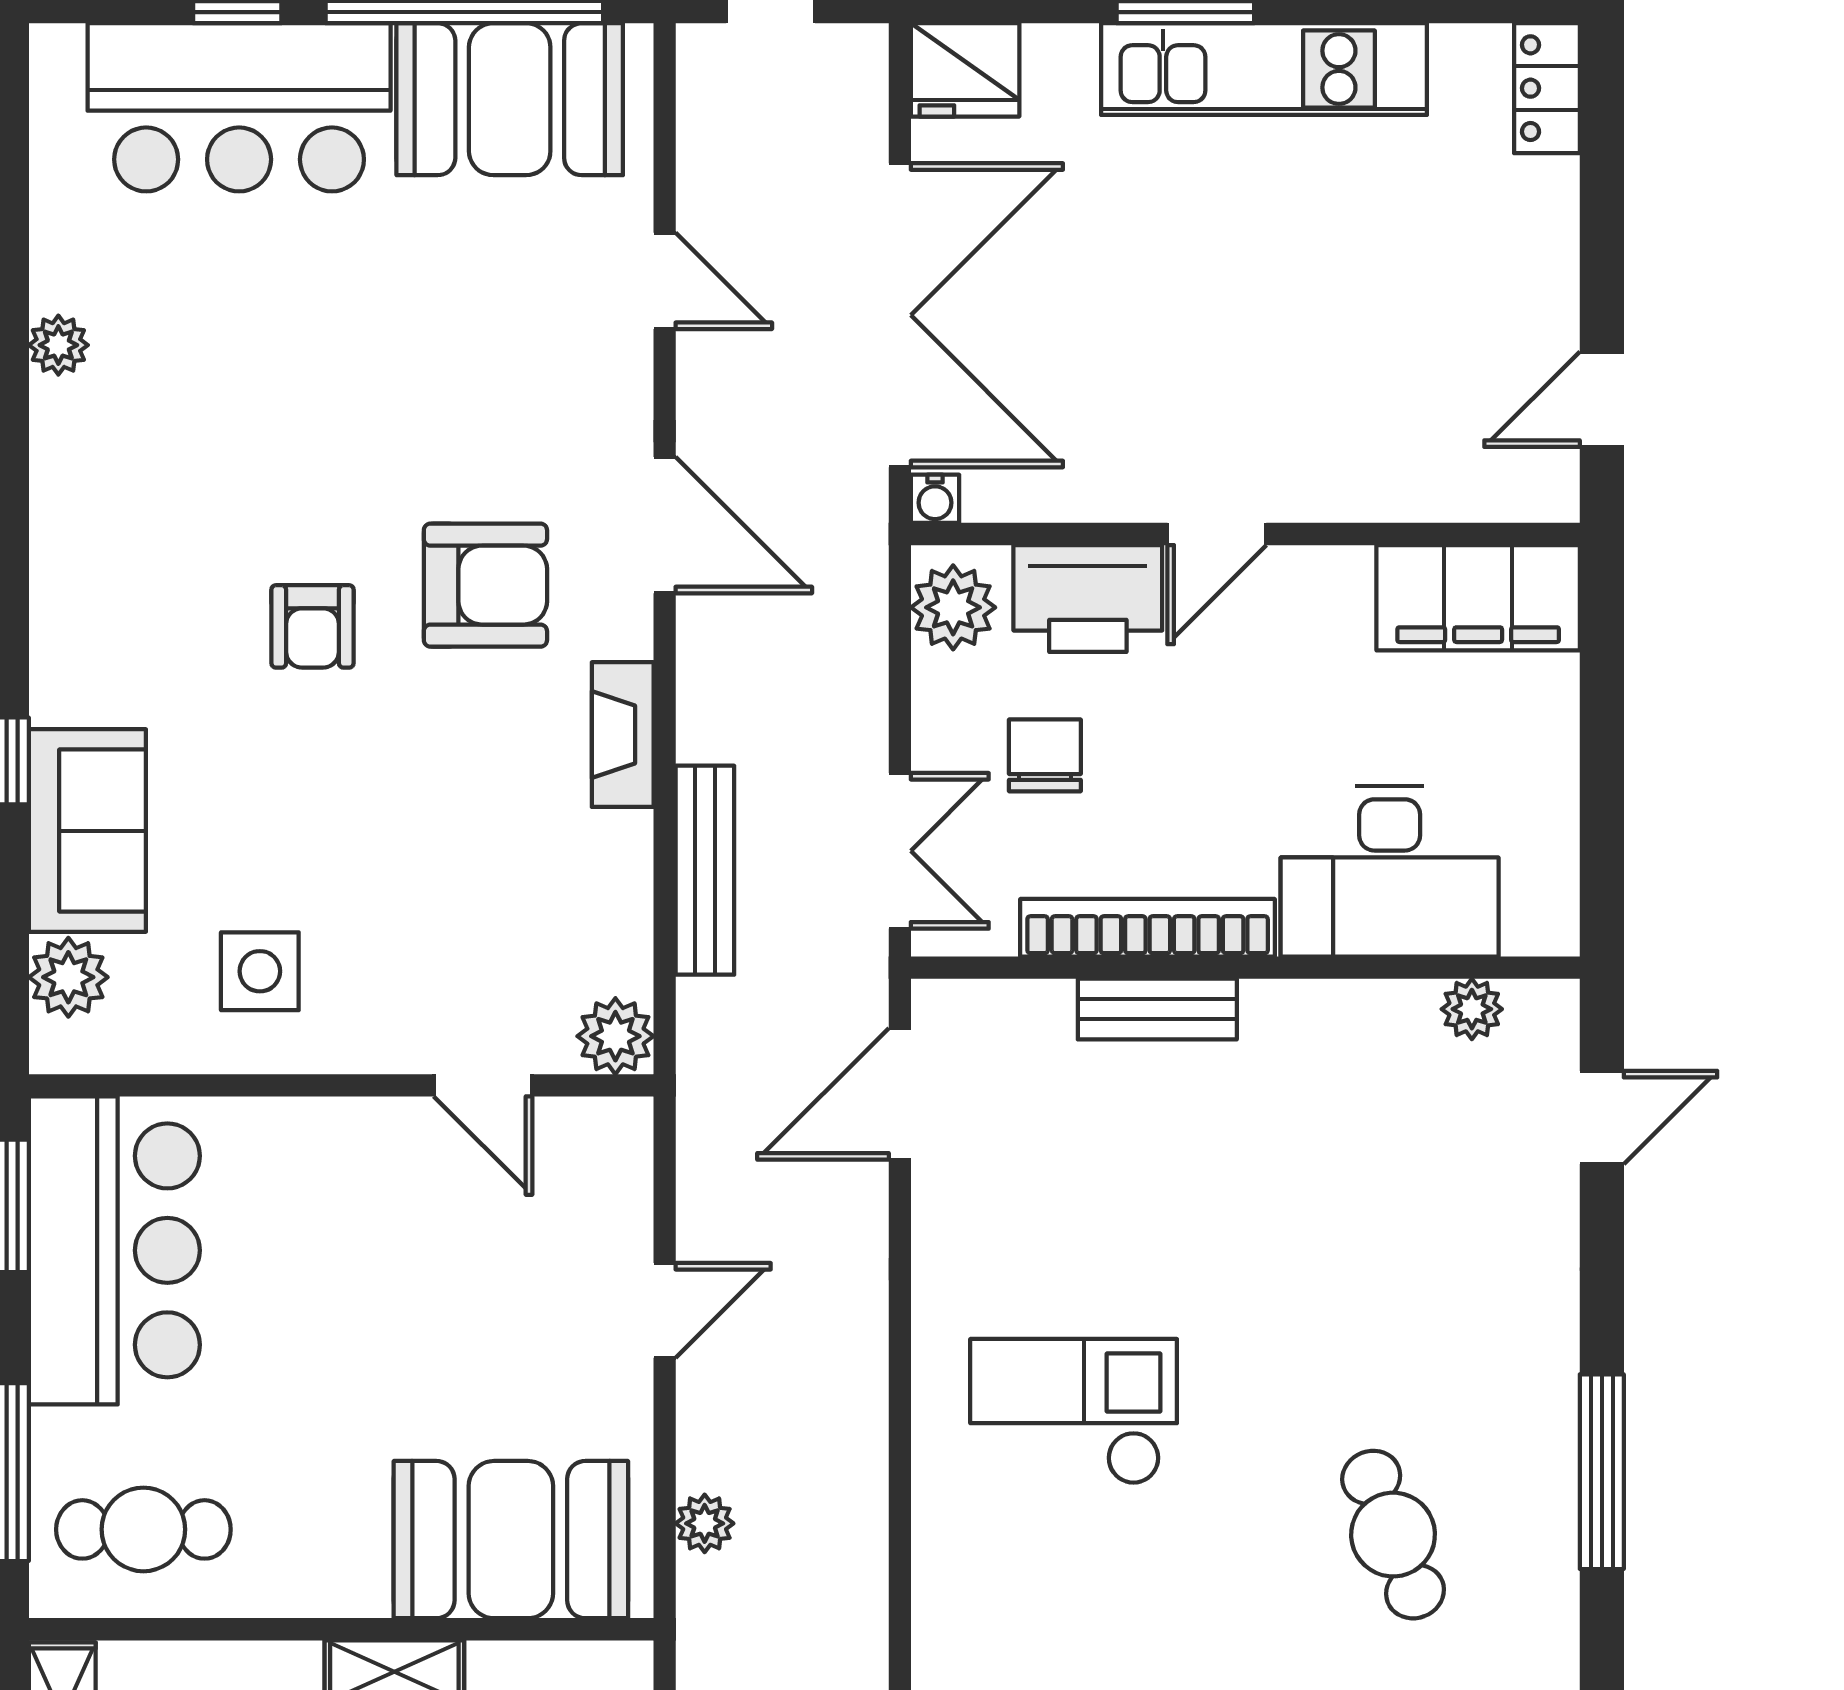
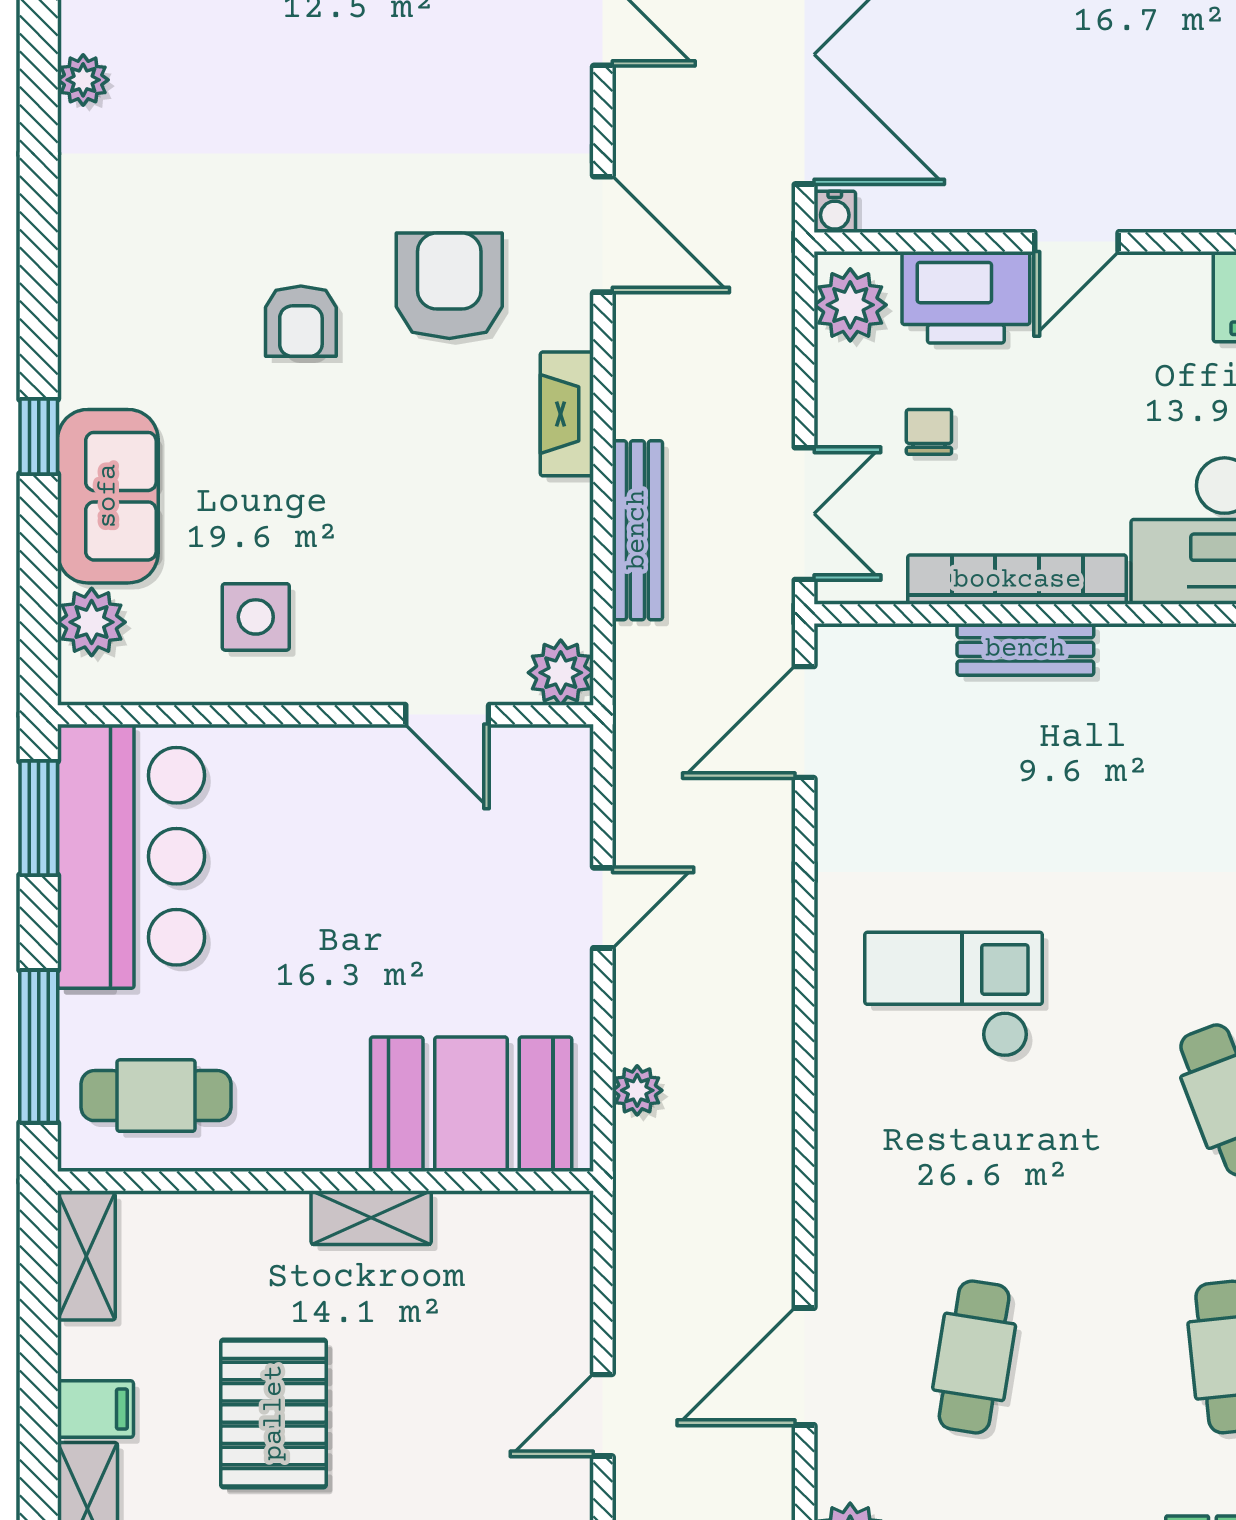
armchair: (485, 585) -> (449, 286), turned -90
chair: (1045, 755) -> (929, 432), width x0.73, depth x0.73

